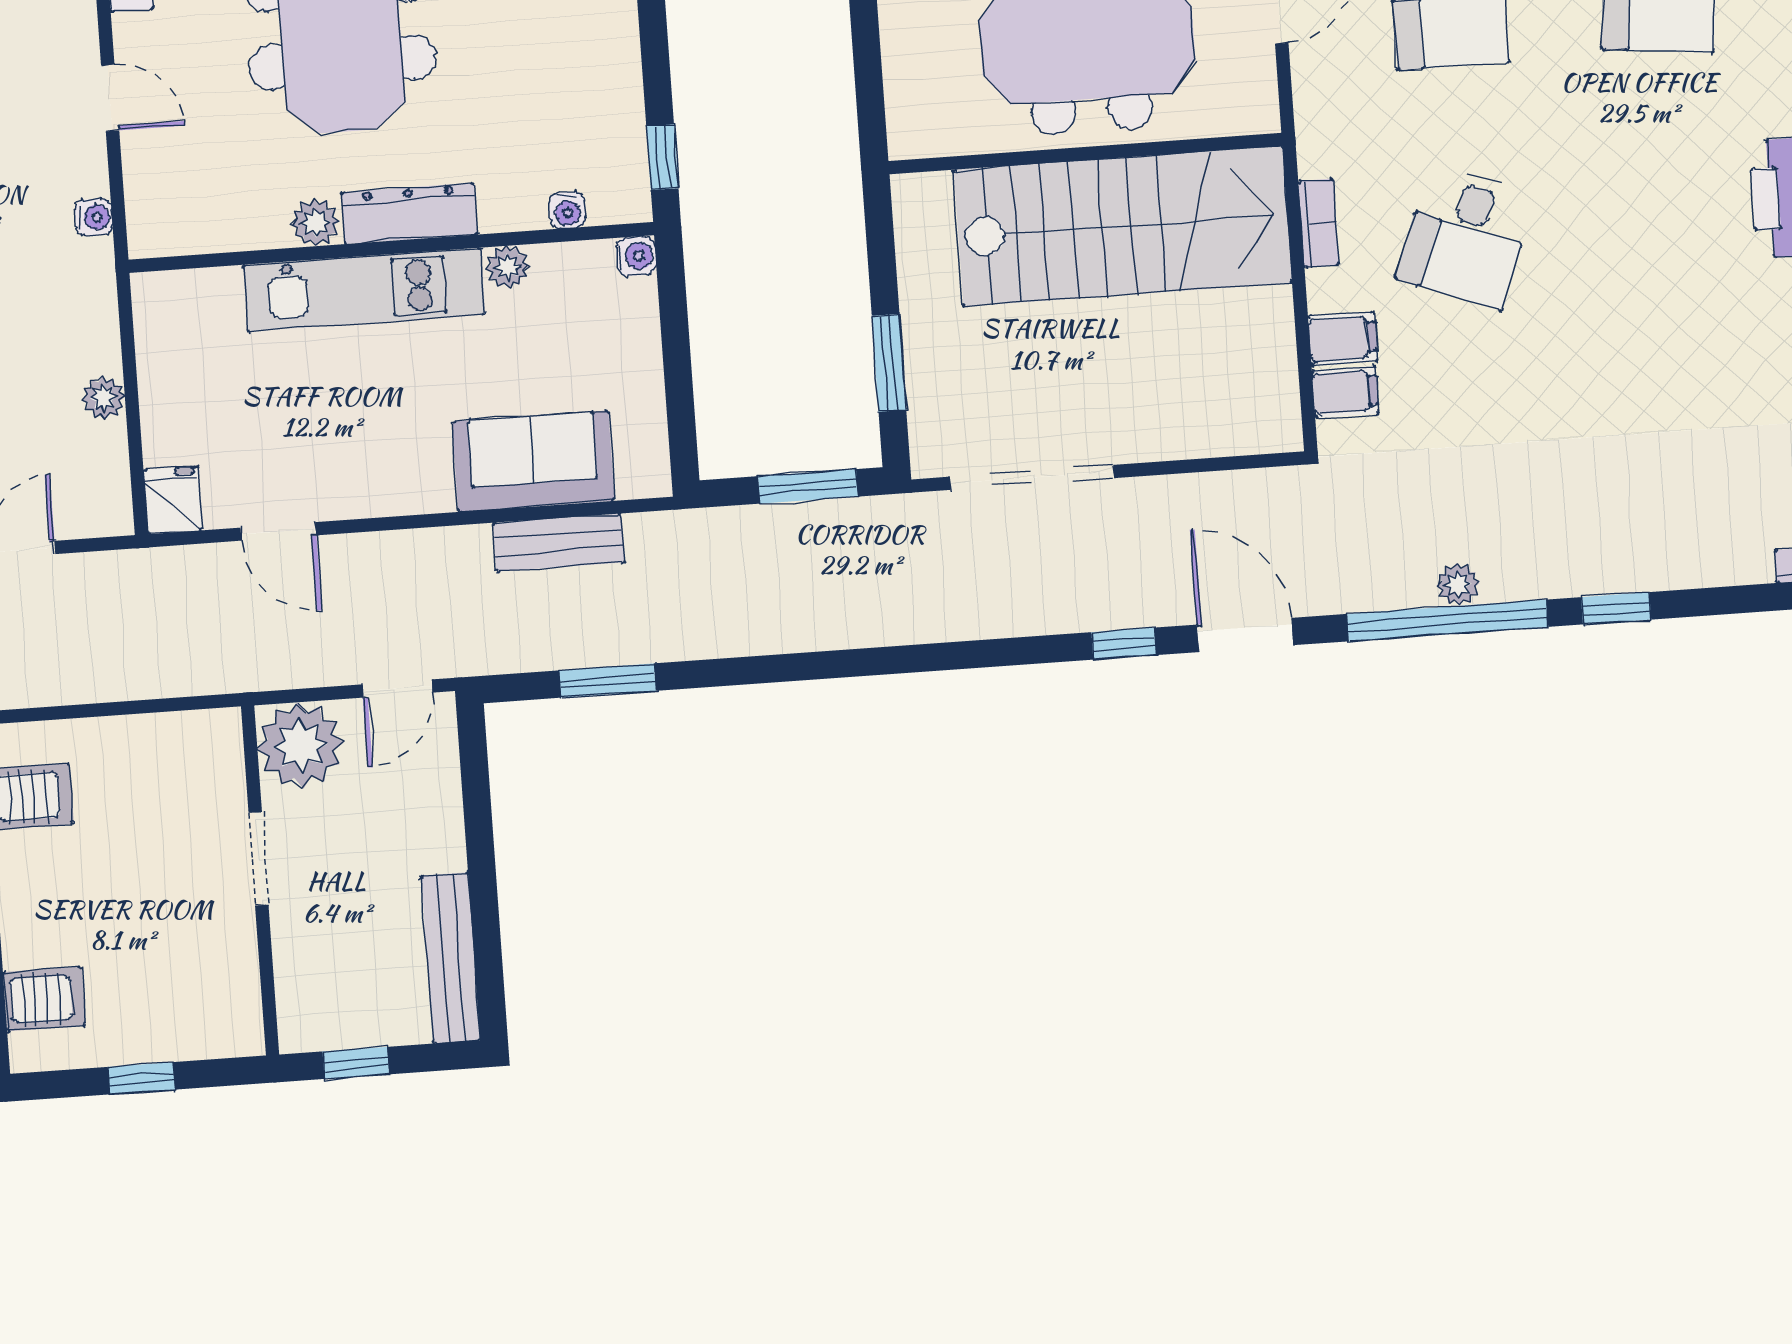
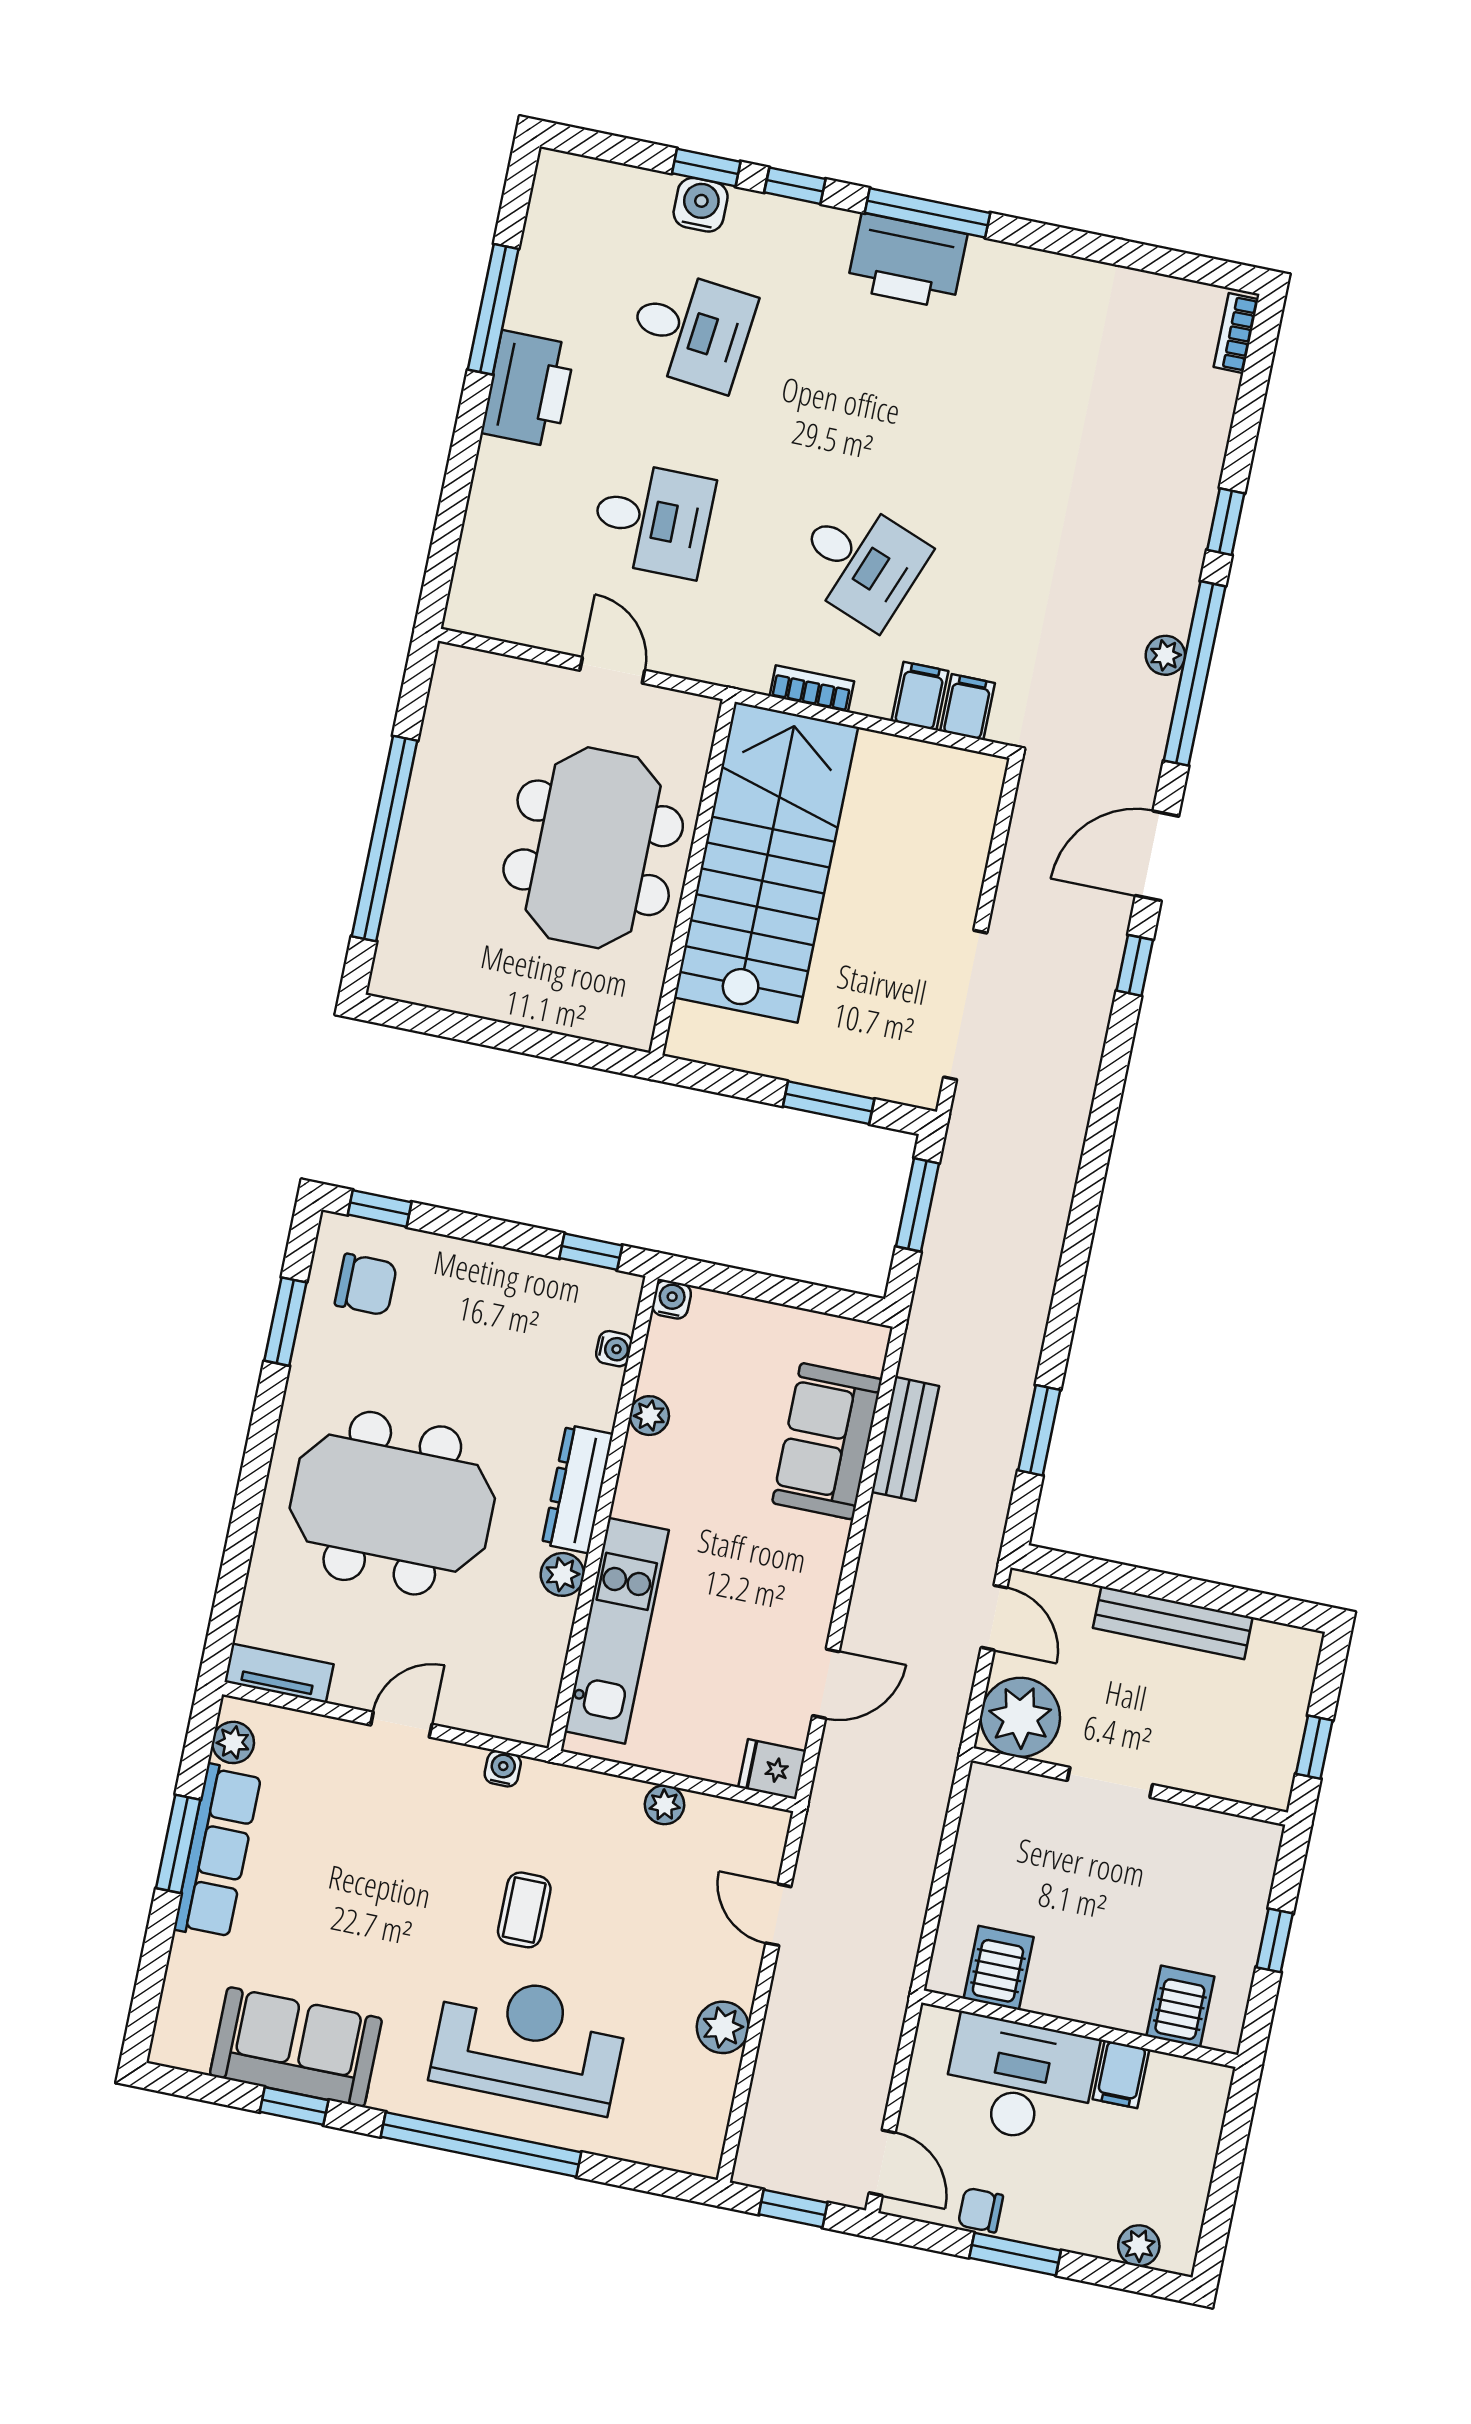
kitchen unit: (364, 290) -> (617, 1631), moved
bench: (451, 958) -> (1173, 1623), moved

